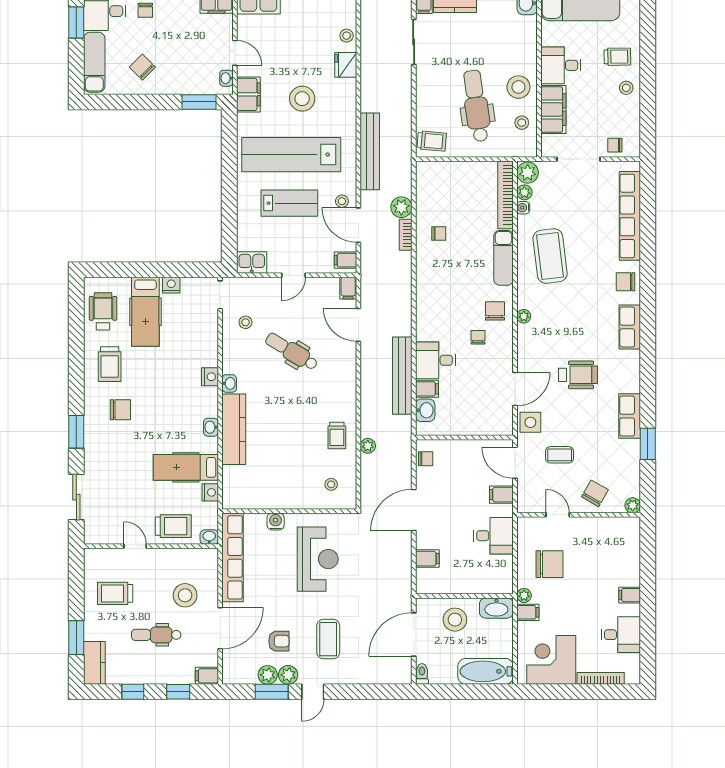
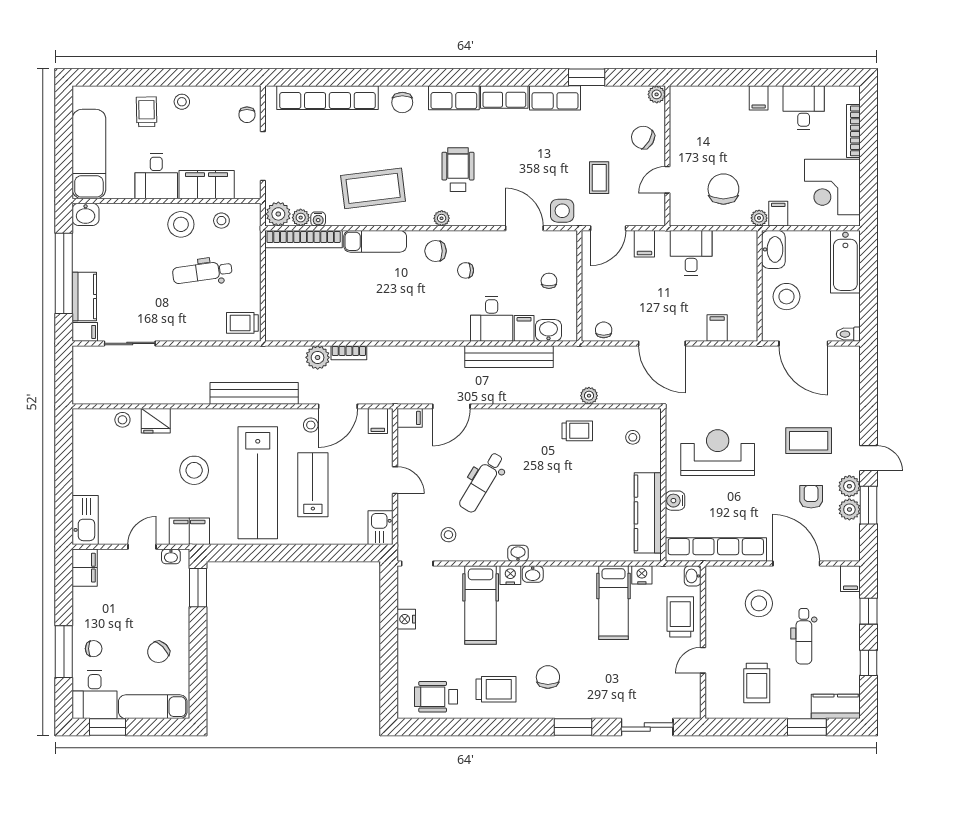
dental chair: (476, 106) -> (202, 272), width x0.73, depth x0.72
trolley: (432, 141) -> (242, 323), turned -95
chair: (439, 234) -> (549, 281), moved
hospital bed: (145, 312) -> (481, 605), moved, turned 90
row of seats: (630, 371) -> (504, 97), added
wheelchair: (578, 375) -> (458, 170), moved
washbasin: (211, 427) -> (533, 574), moved
kitchen counter: (234, 429) -> (648, 513), moved, turned -90

